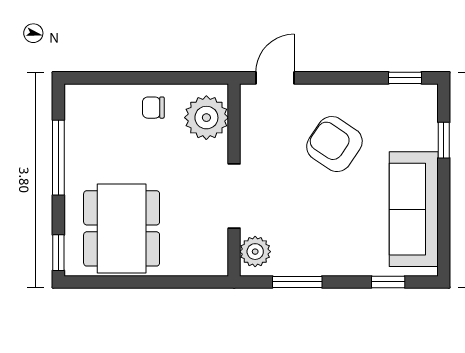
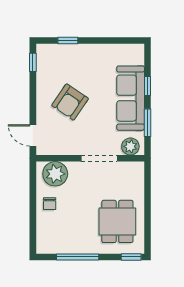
sofa: (414, 209) -> (131, 98), moved, turned 90
dining table: (122, 228) -> (117, 221), width x0.73
window: (388, 282) -> (147, 86), moved

